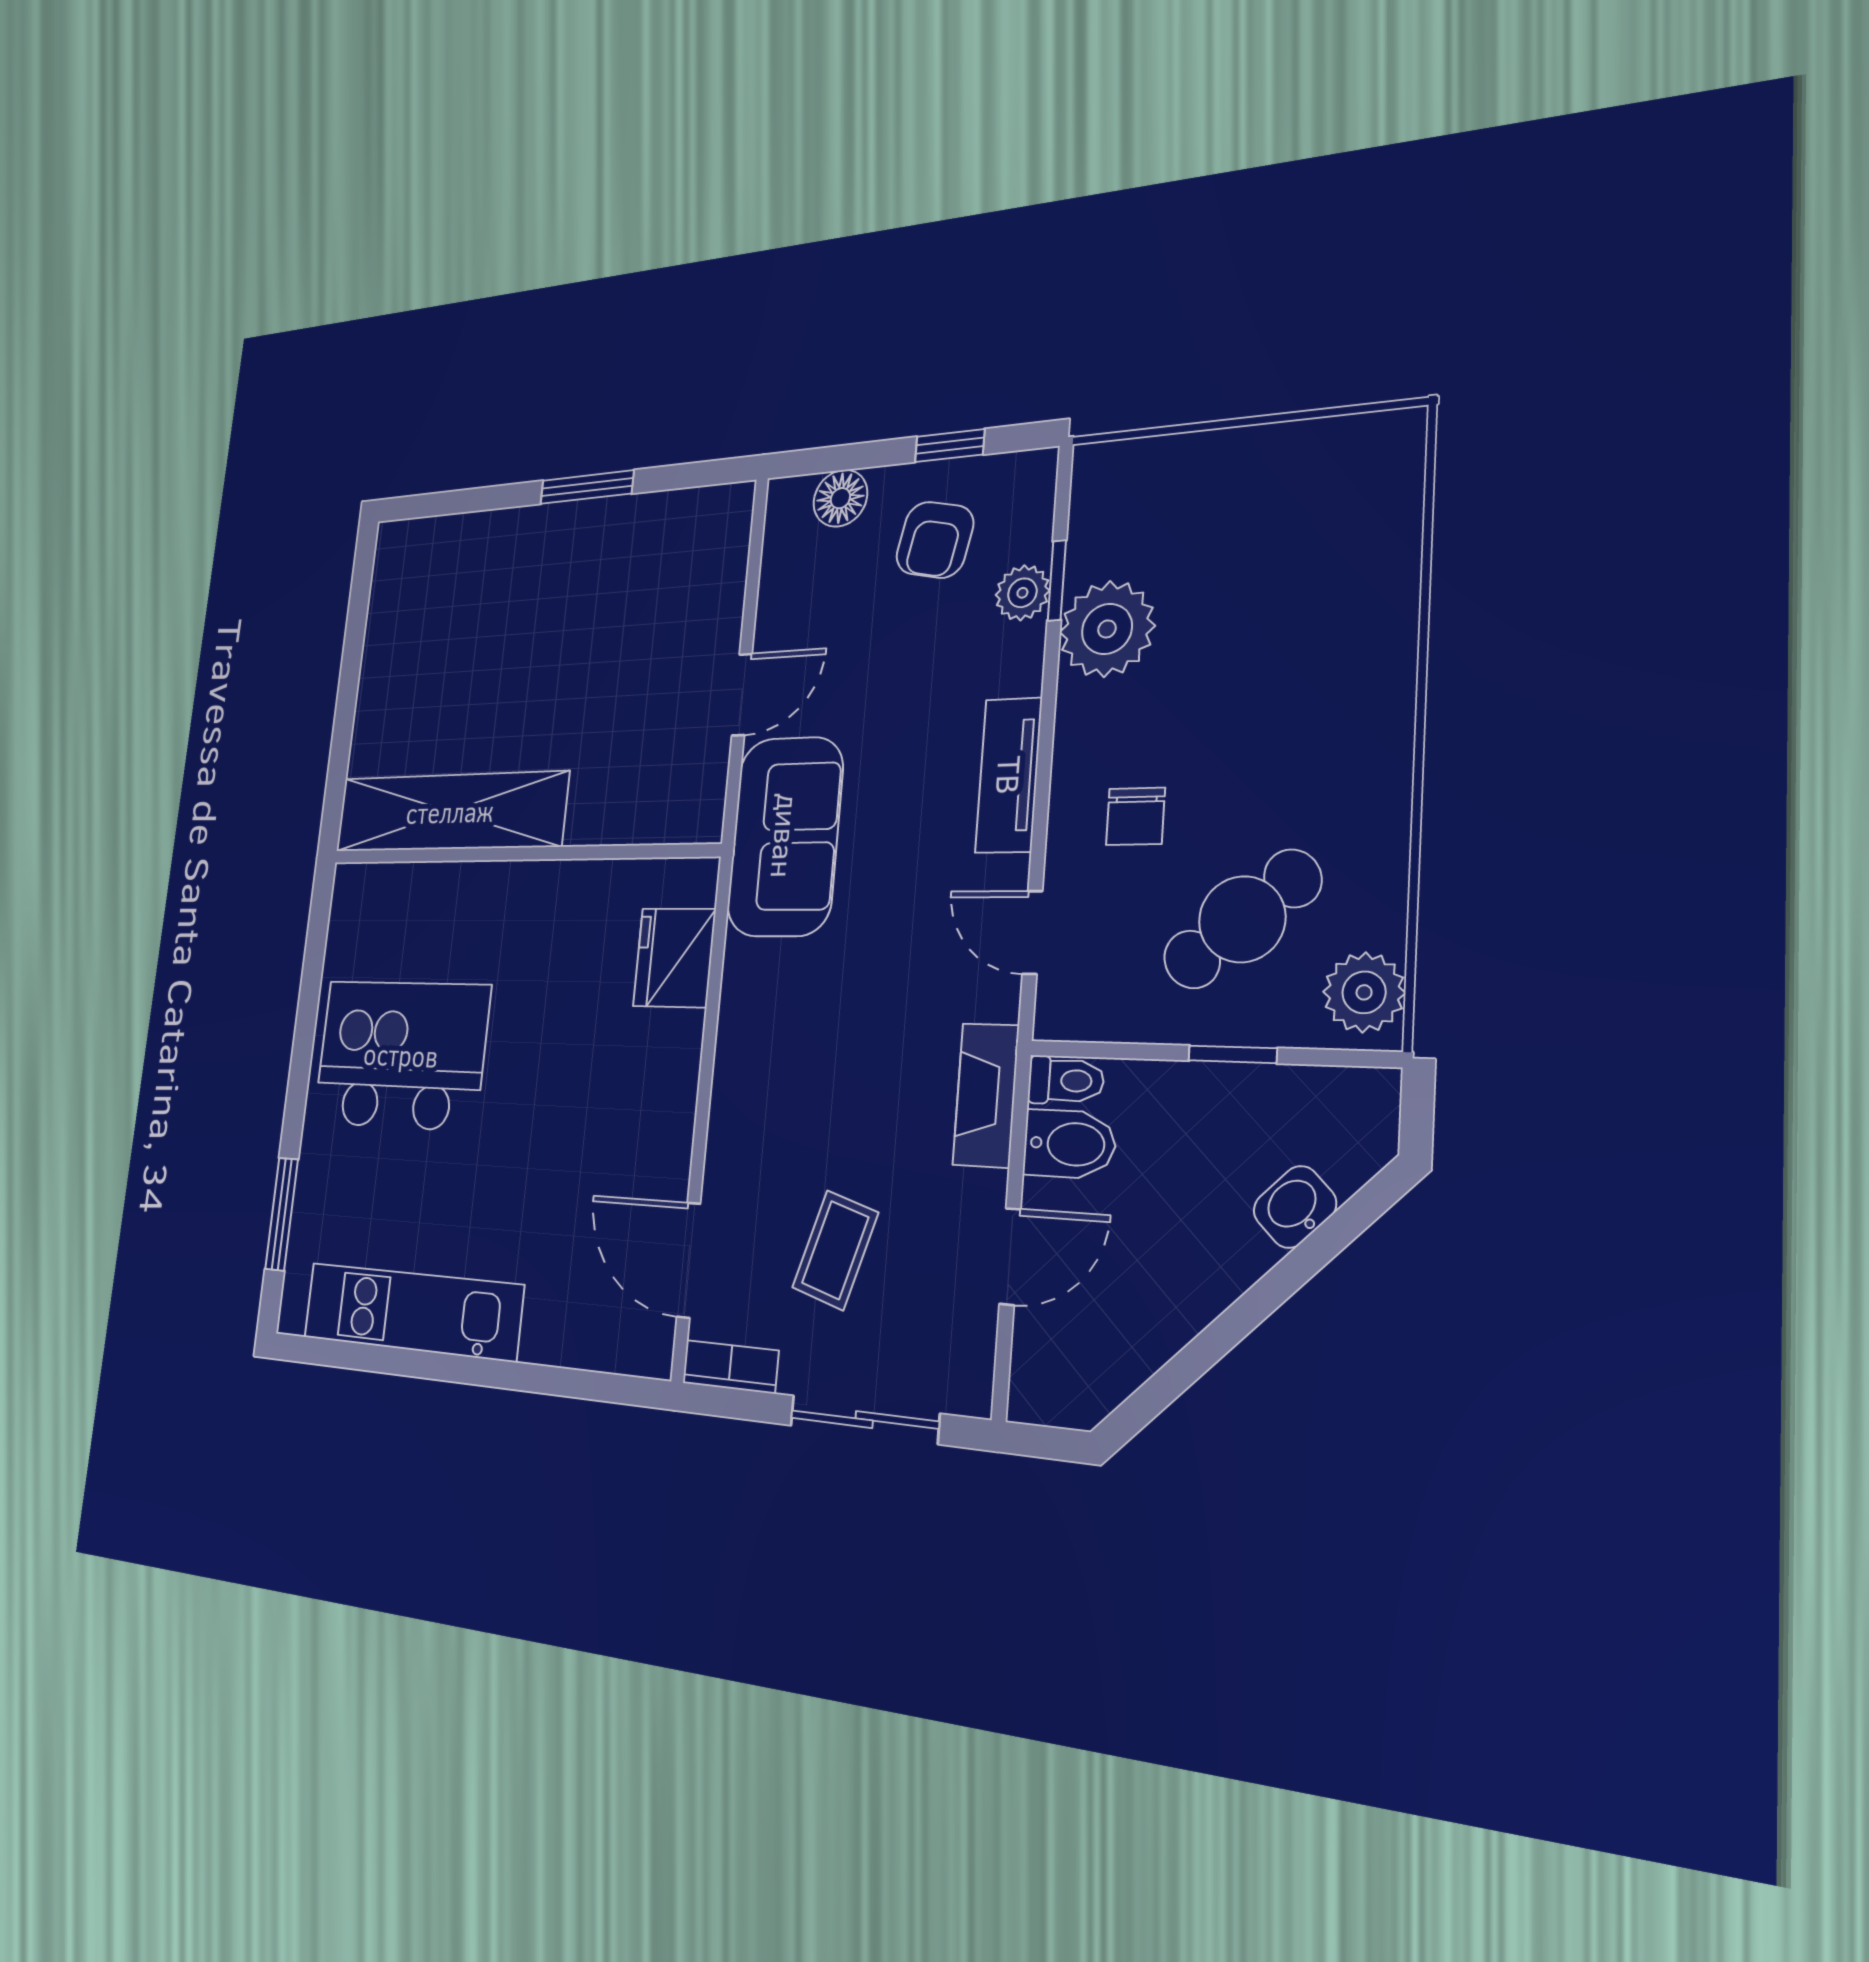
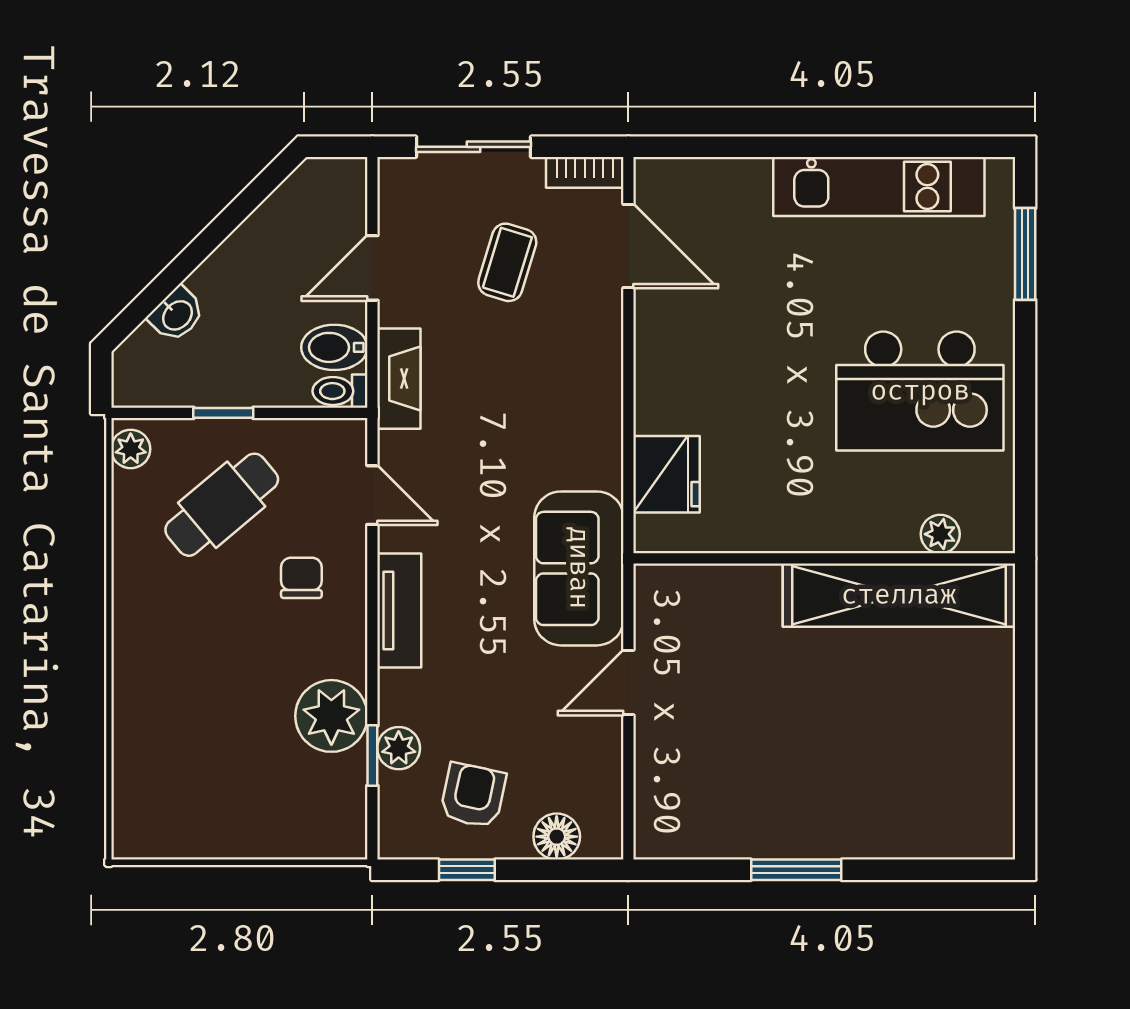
plant: (402, 884) -> (940, 534), added
plant: (1364, 992) -> (131, 449), width x0.73, depth x0.73

